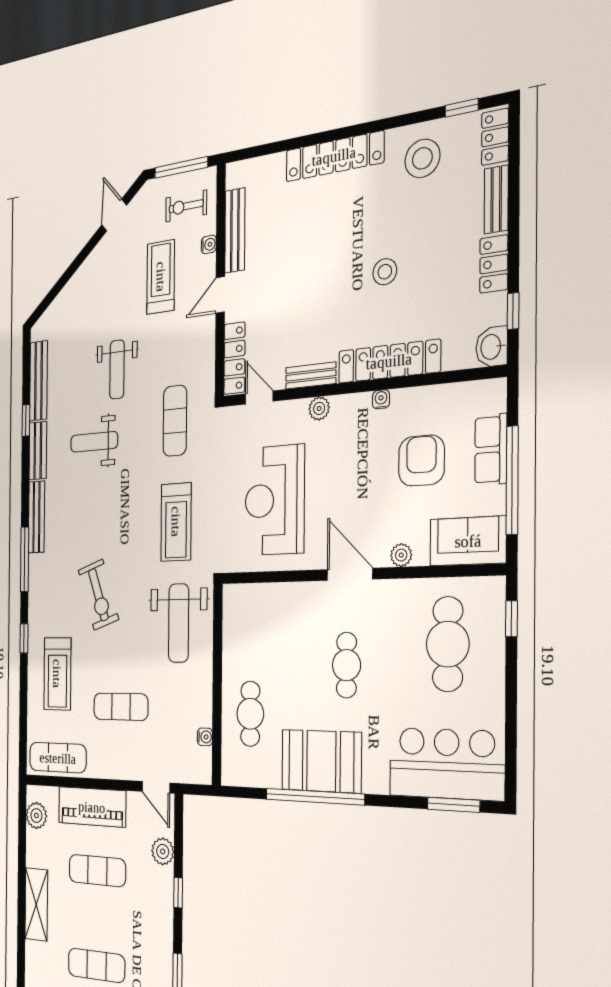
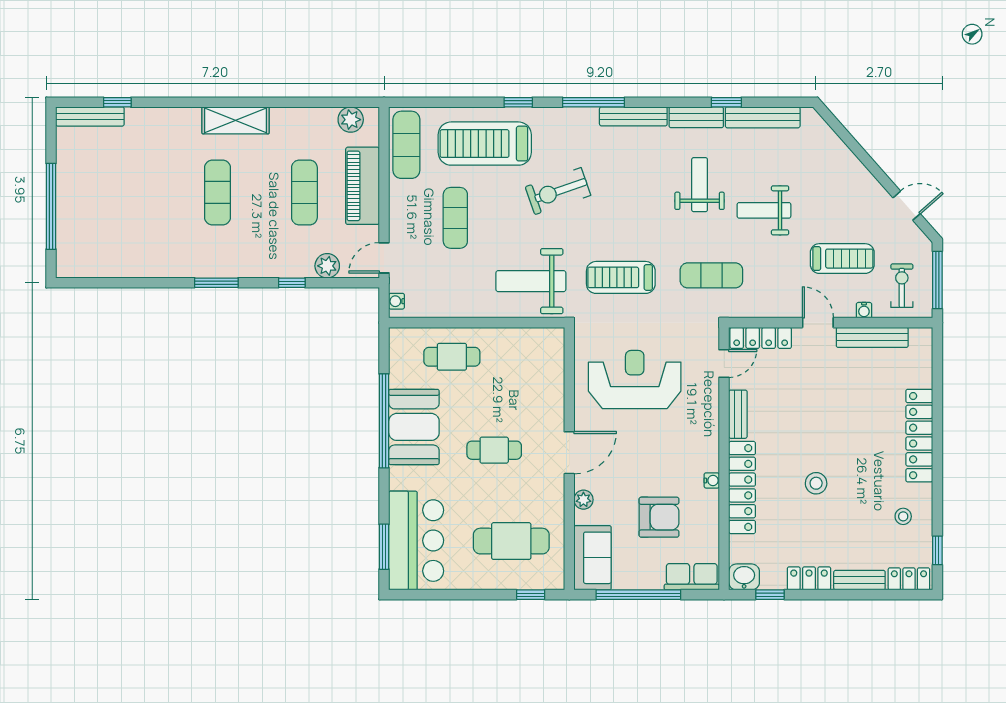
stool: (422, 158) -> (903, 516), width x0.53, depth x0.53
plant: (319, 408) -> (709, 423), removed
row of seats: (491, 449) -> (692, 577), moved
treadmill: (57, 674) -> (485, 144), width x1.37, depth x1.38
water cooler: (205, 737) -> (397, 301), moved, turned 90
shelving: (36, 904) -> (236, 120), moved

